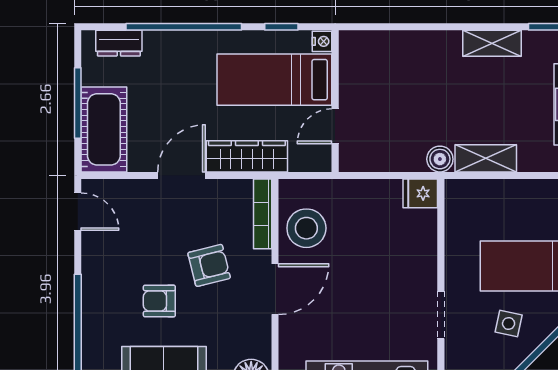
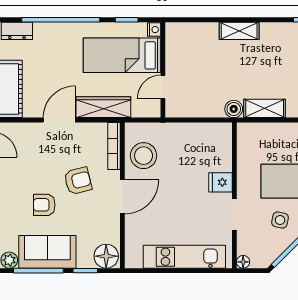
shelving: (492, 43) -> (239, 31), moved
fridge: (420, 193) -> (220, 182), moved

